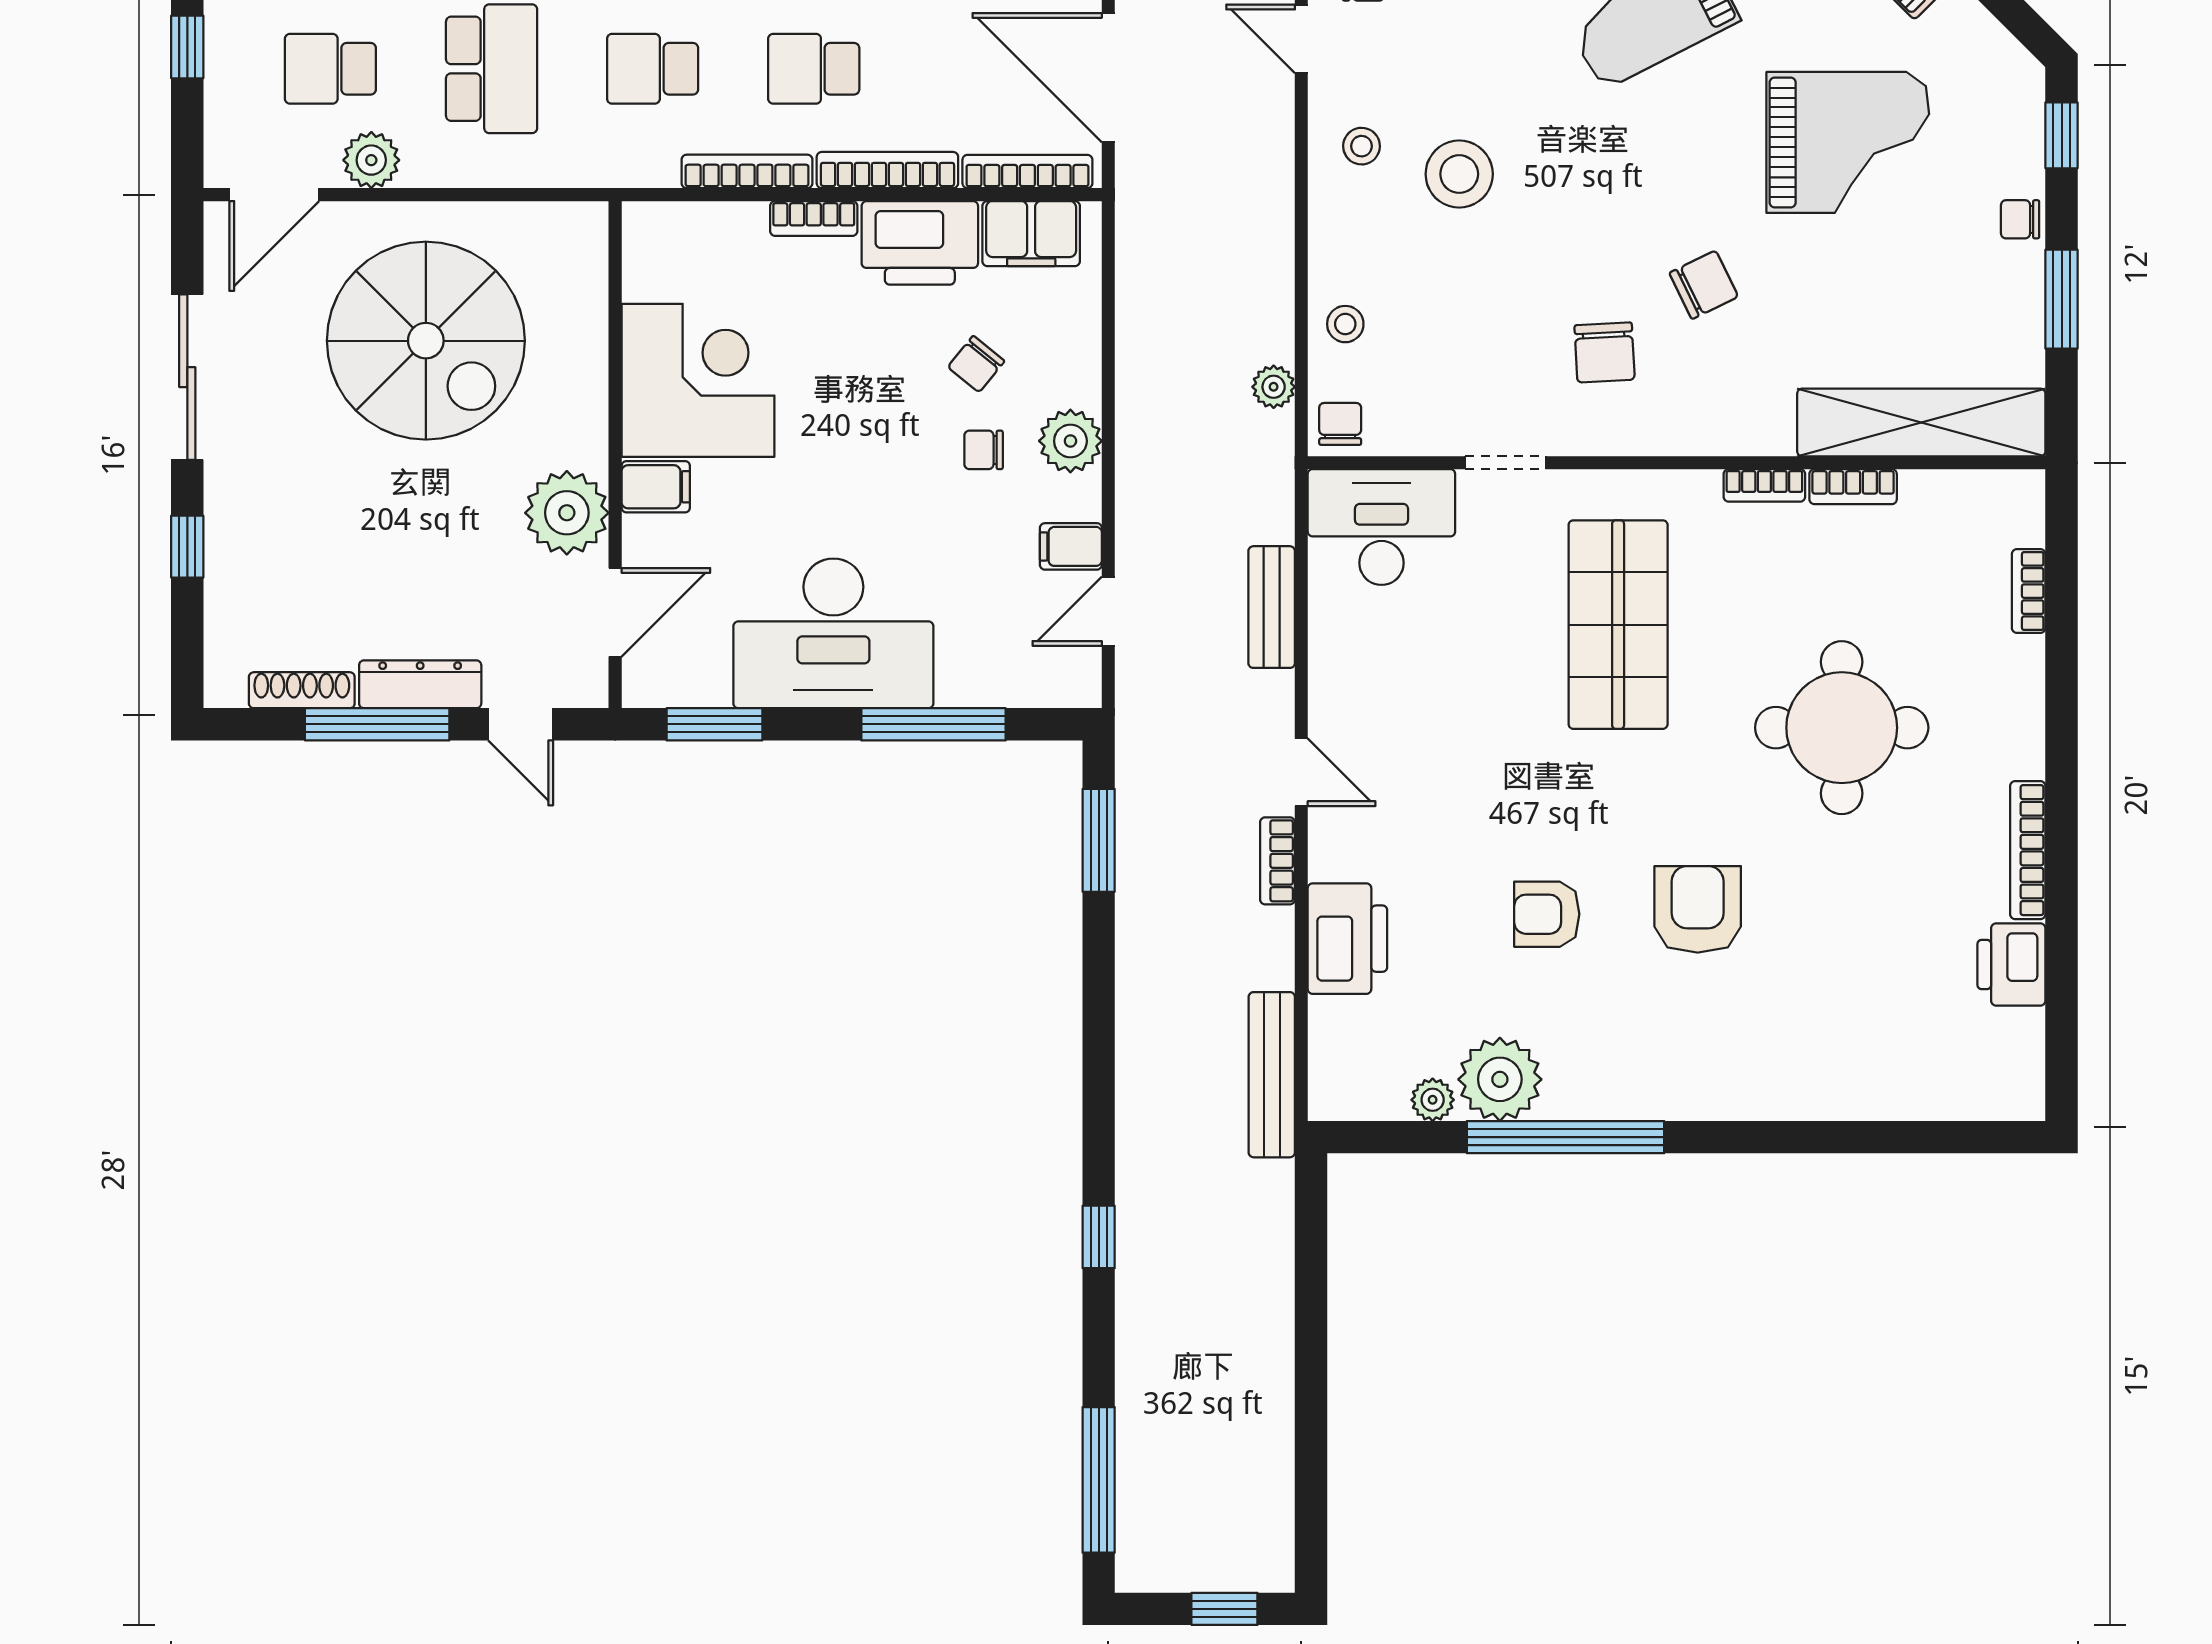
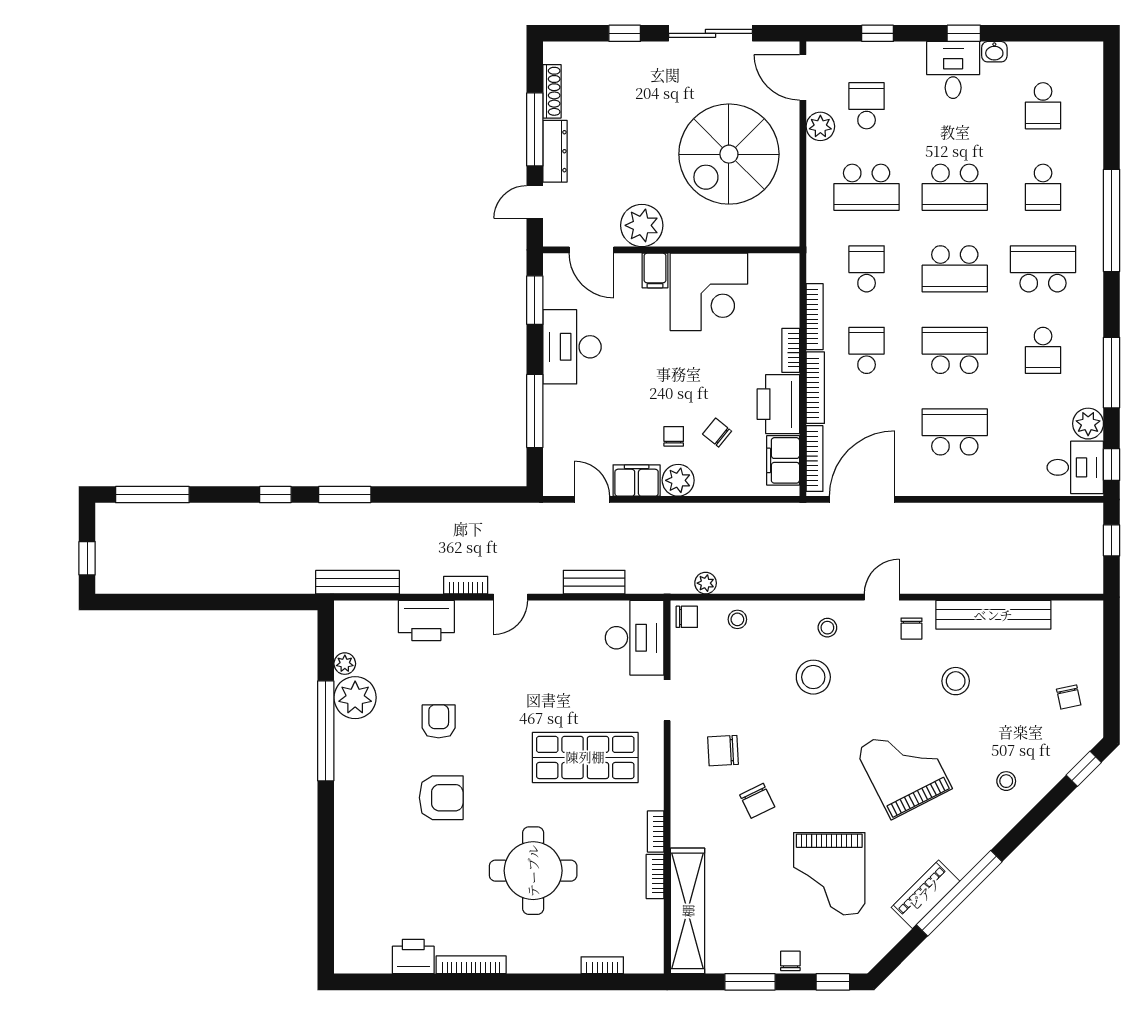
filing cabinet: (1071, 546) -> (637, 481), width x2.00
desk: (833, 633) -> (572, 347), width x0.73, depth x0.77
window: (1099, 840) -> (345, 495), moved

